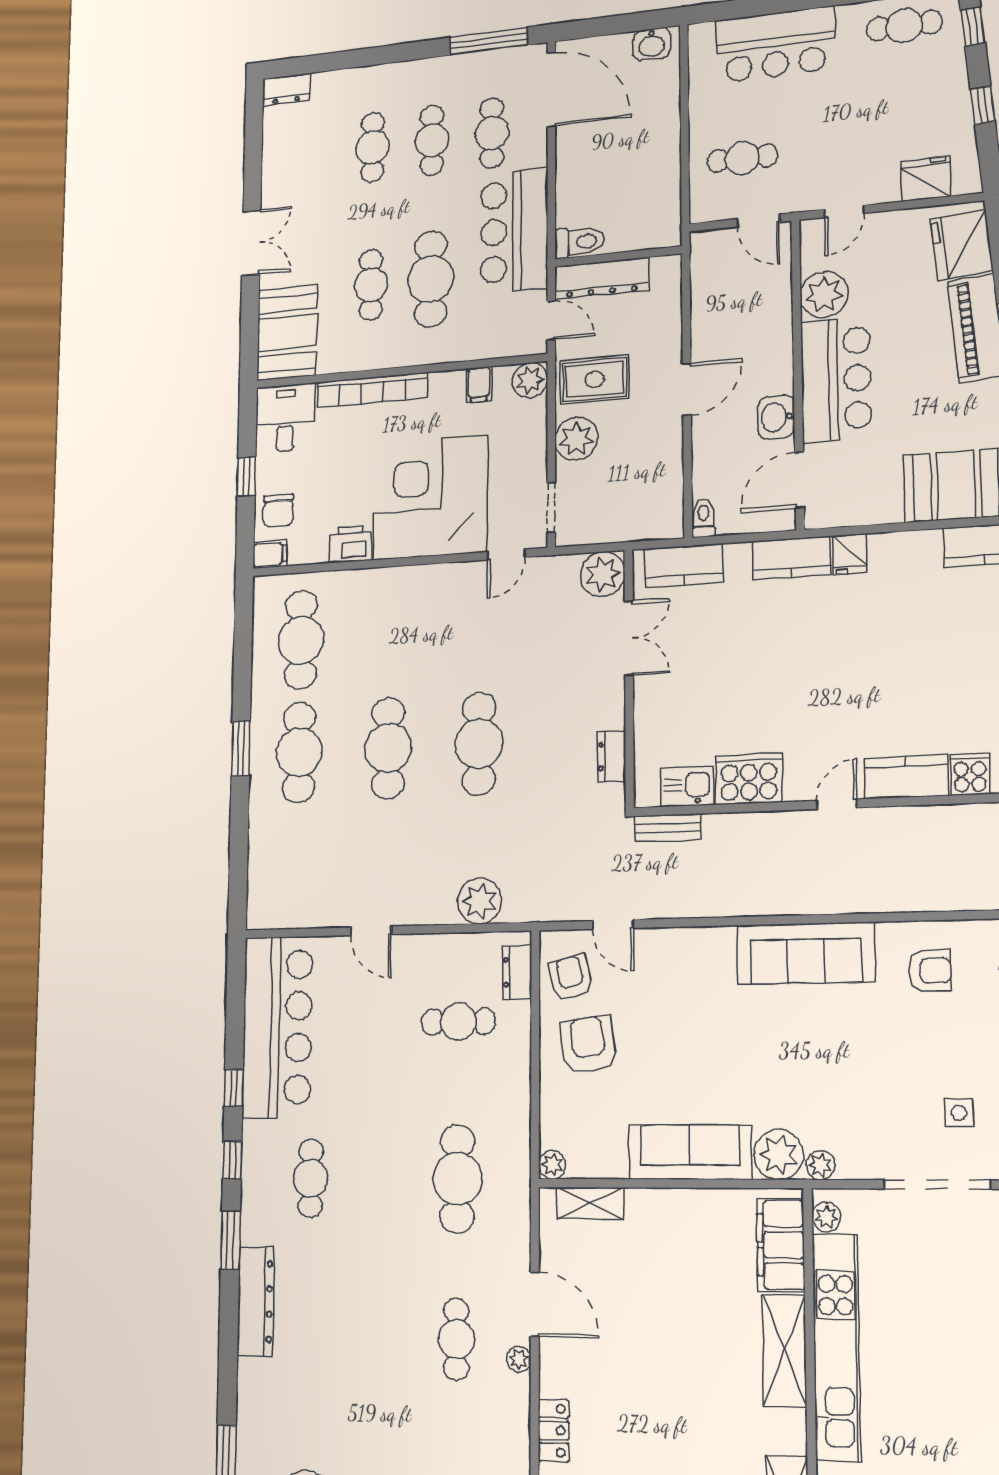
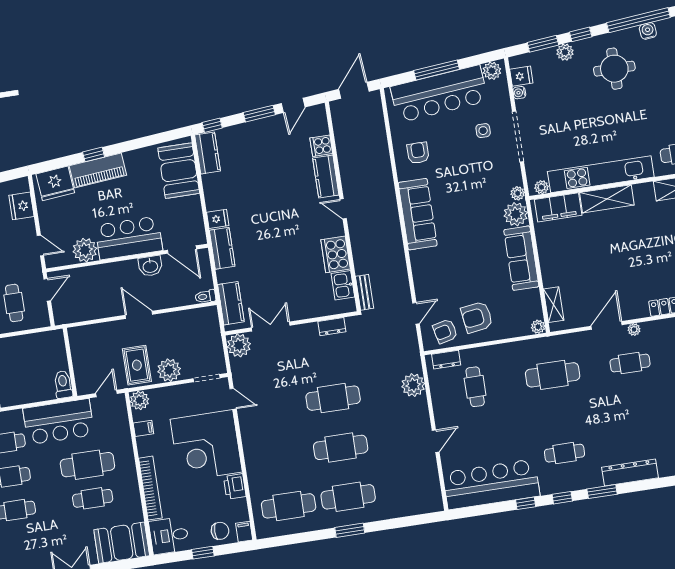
dresser: (602, 278) -> (82, 369), removed

